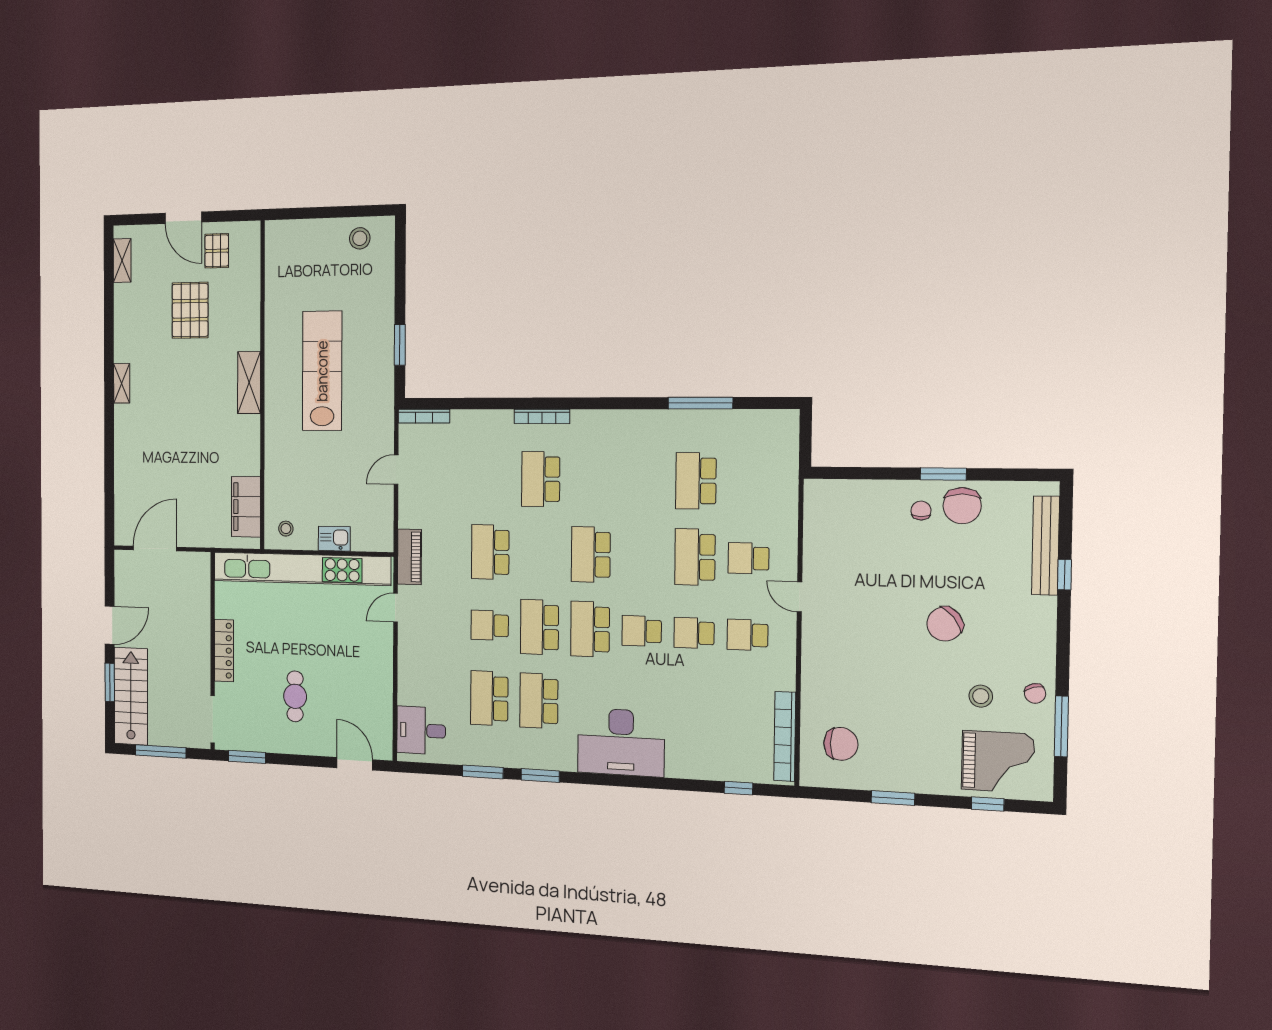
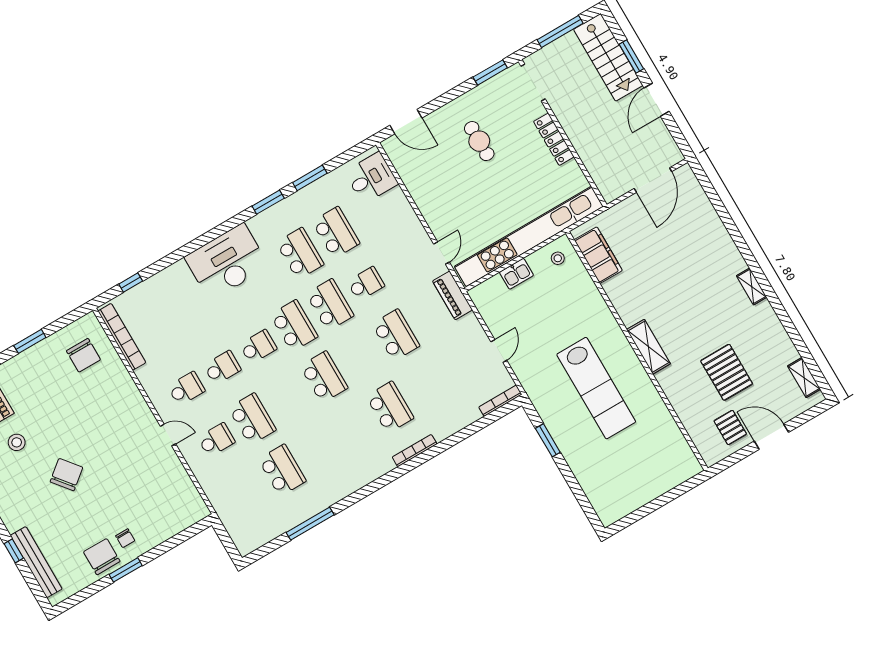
stool: (360, 238) -> (622, 498), removed
chair: (841, 744) -> (83, 355), turned -90

